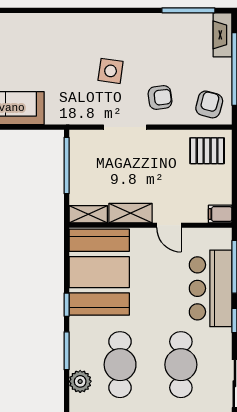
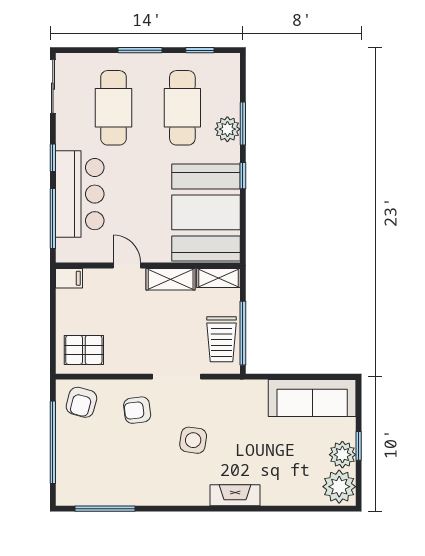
fireplace: (223, 35) -> (235, 495), moved, turned -90
trolley: (85, 160) -> (222, 339), added
plant: (80, 381) -> (227, 129), moved

